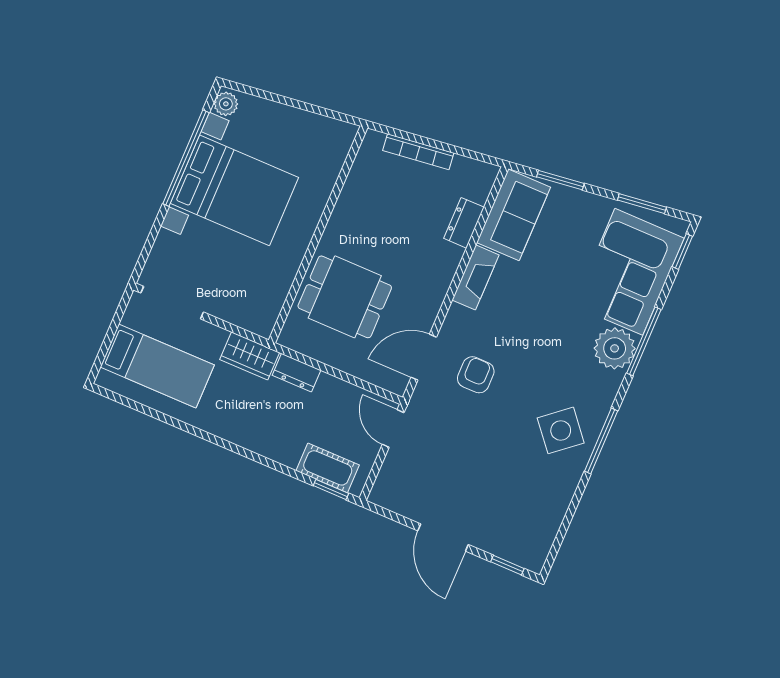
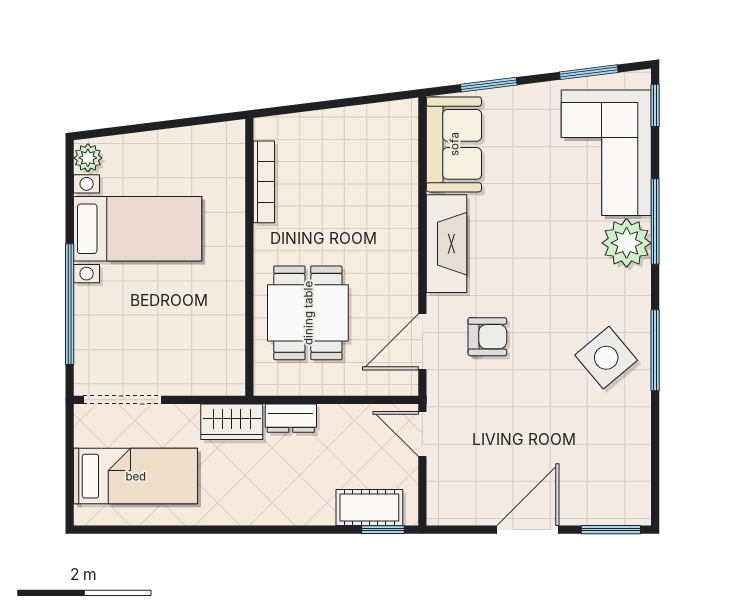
bookcase: (418, 152) -> (264, 182), moved, turned -83
window: (186, 158) -> (70, 304), moved
bed with nightstands: (234, 190) -> (138, 229), width x0.73
dresser: (464, 223) -> (403, 176), removed
fireplace: (476, 277) -> (446, 244), width x1.37, depth x1.32
dining table: (345, 297) -> (308, 313), turned 90
armchair: (476, 375) -> (487, 337), turned 90
door: (443, 538) -> (528, 530), swing flipped
window: (507, 565) -> (611, 530), width x1.50

